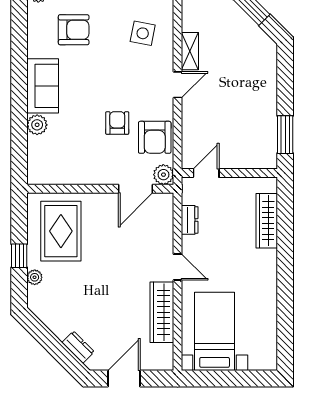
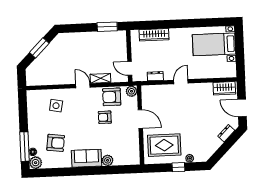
armchair: (74, 30) -> (56, 143), turned 97
shelving: (190, 51) -> (100, 78), moved
armchair: (155, 137) -> (112, 97), turned 180
door: (135, 189) -> (140, 119), moved
wardrobe: (162, 312) -> (224, 88), moved, width x0.67
bed with nightstands: (215, 331) -> (214, 44), moved

